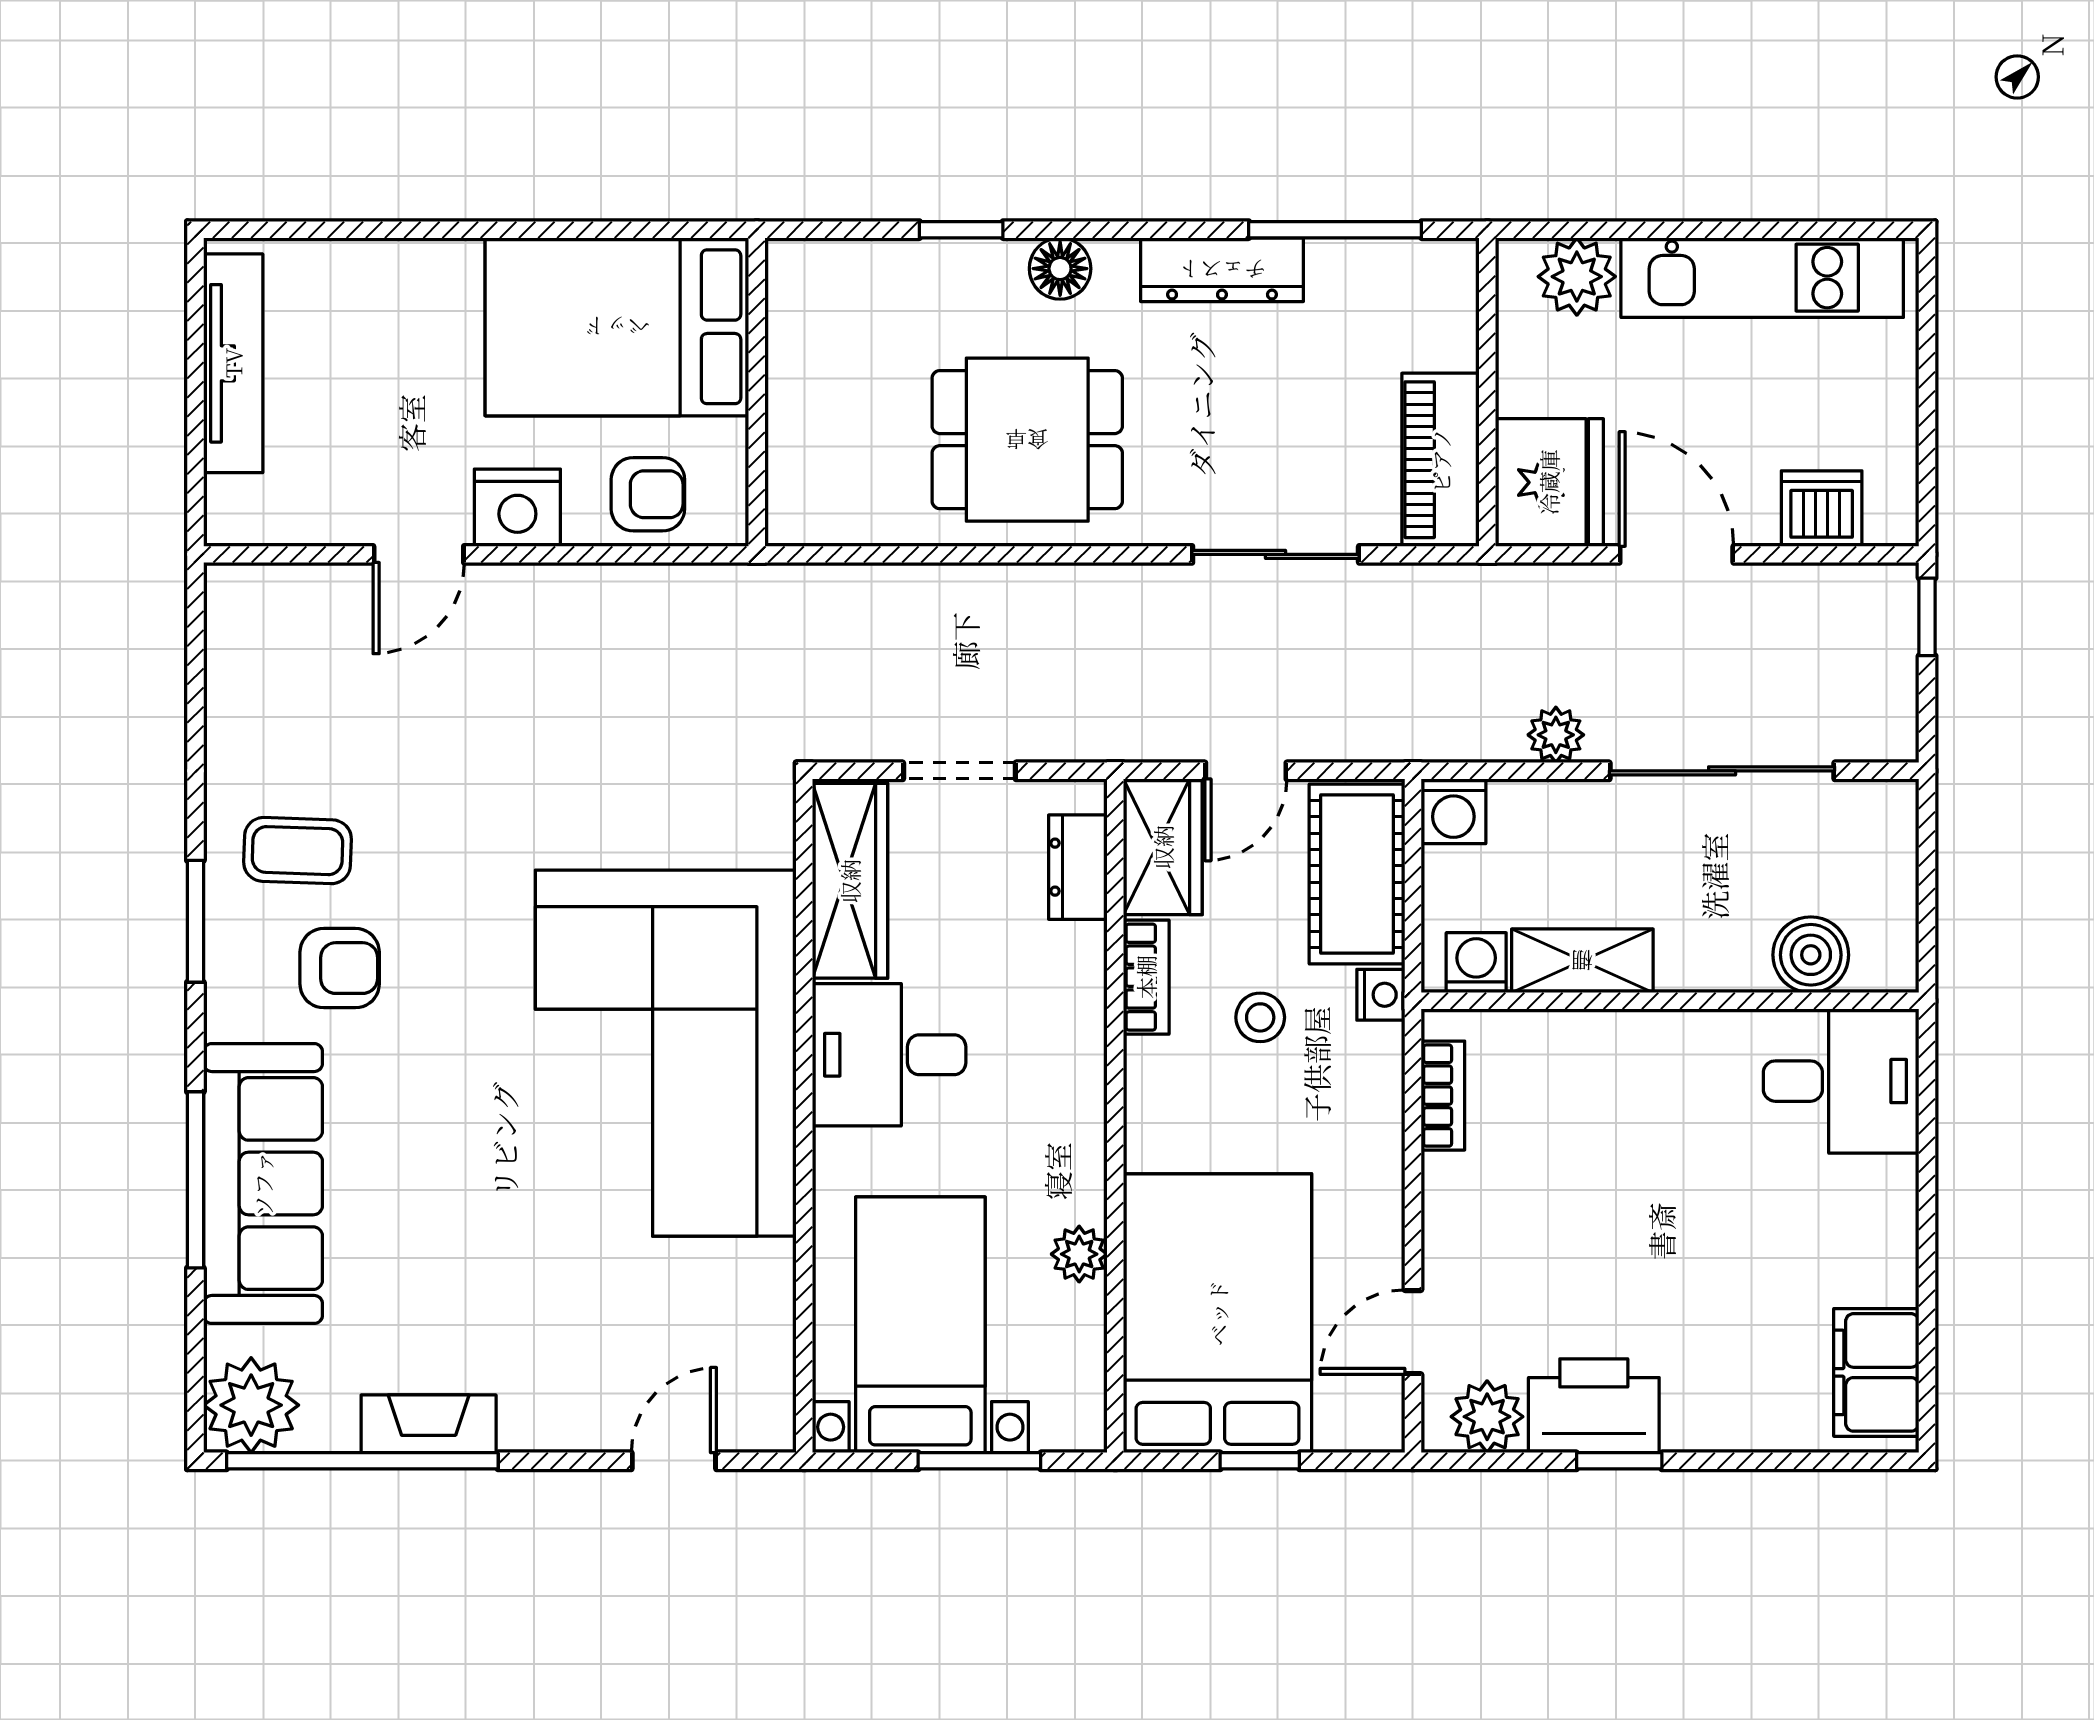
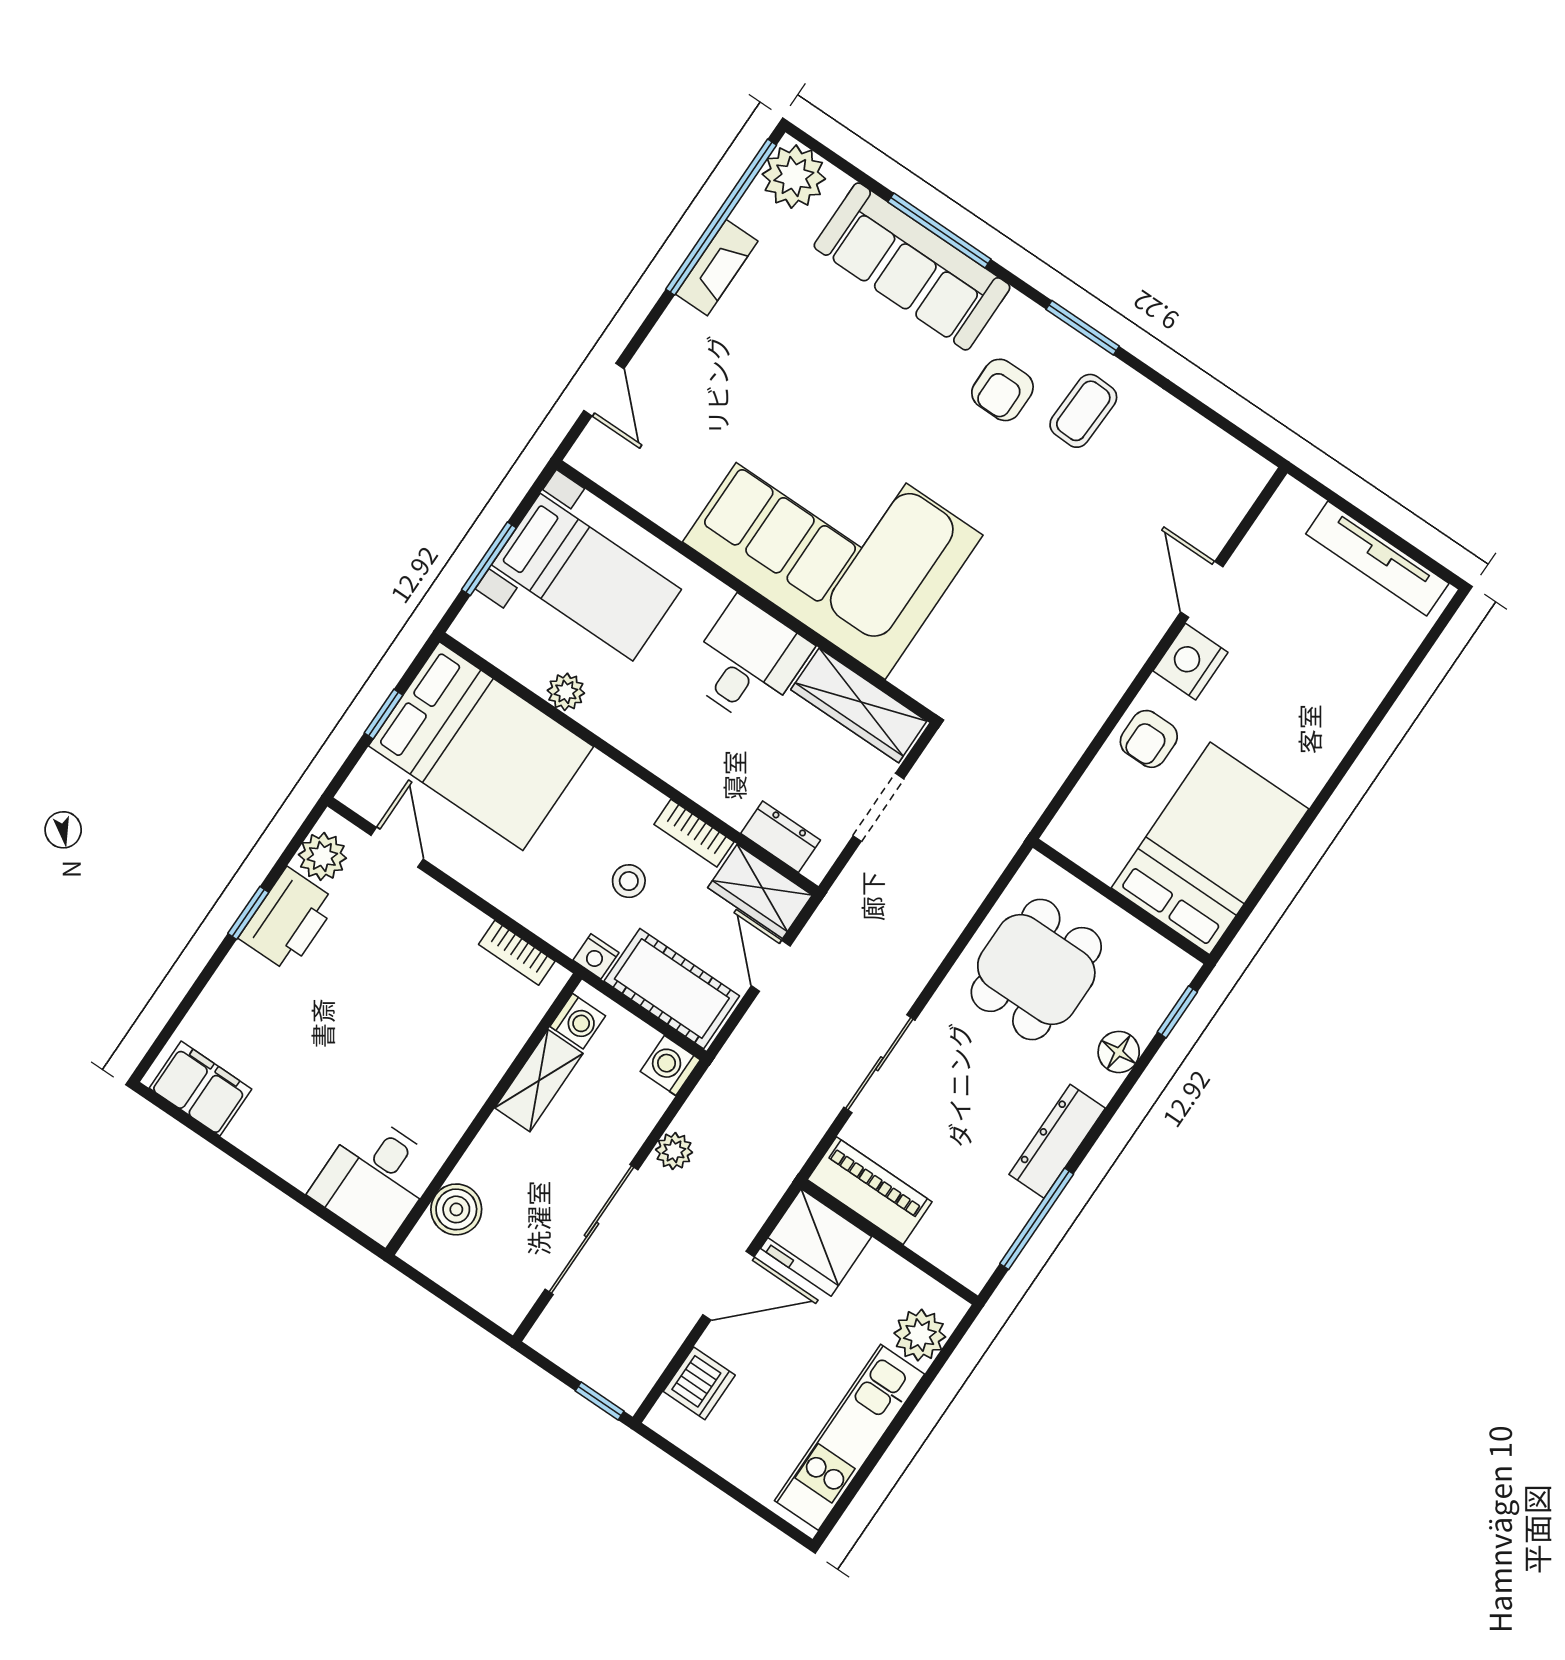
bed: (617, 327) -> (1210, 848), moved
wall: (757, 392) -> (1121, 901), moved

